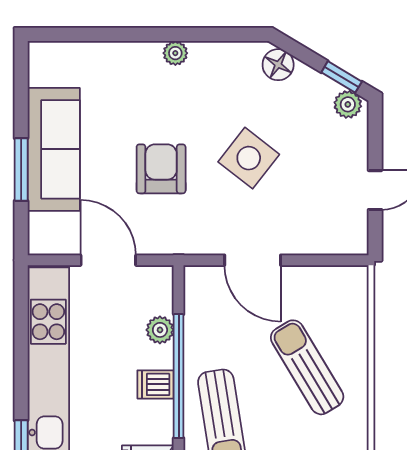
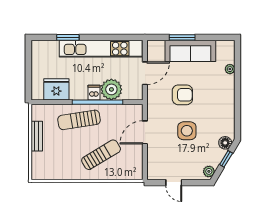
plant: (175, 53) -> (230, 69), moved
window: (342, 77) -> (226, 159), moved
side table: (249, 158) -> (187, 131), turned -38
plant: (160, 330) -> (111, 89), width x1.88, depth x1.88

